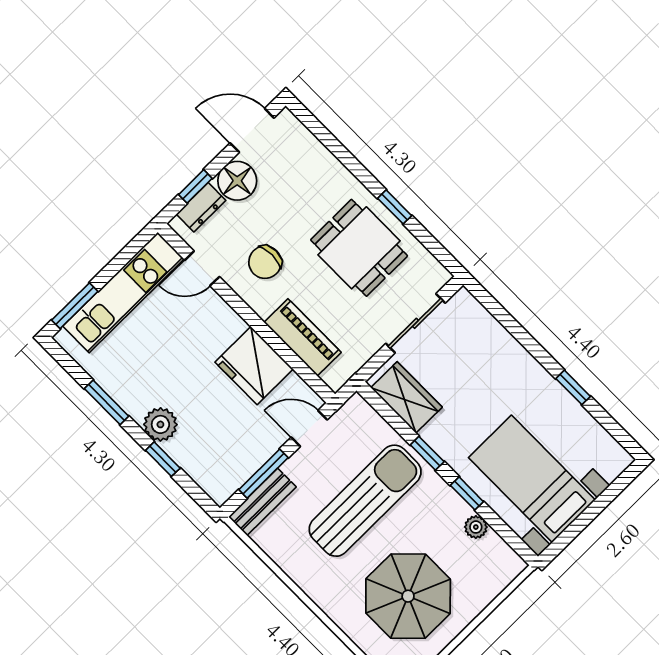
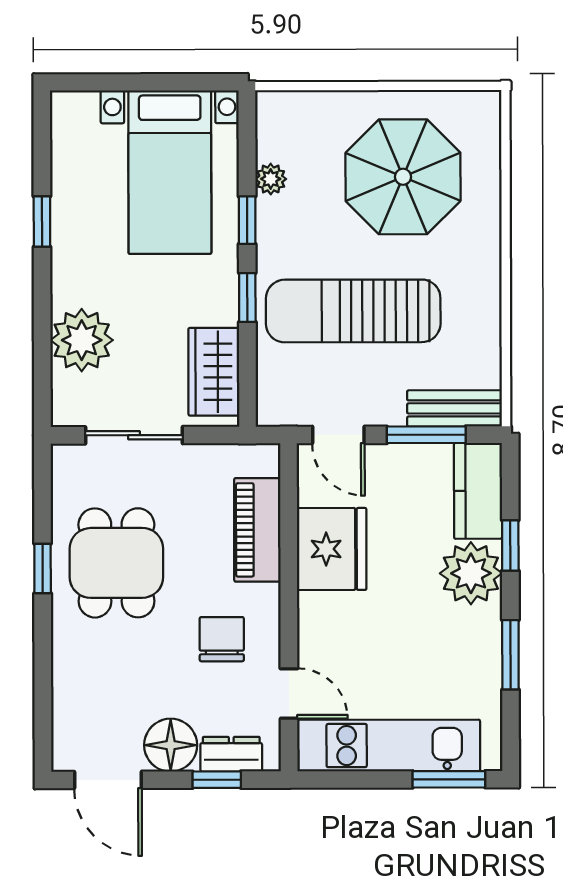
chair: (265, 262) -> (222, 639), turned -90
plant: (492, 346) -> (82, 340), added
plant: (160, 424) -> (471, 573), width x1.36, depth x1.36
kitchen counter: (208, 471) -> (478, 491), added

